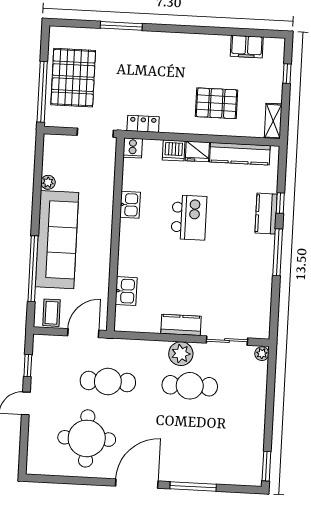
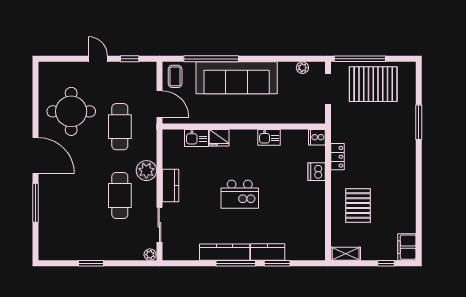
filing cabinet: (247, 47) -> (407, 247), moved
locker: (143, 124) -> (338, 157), moved
doorway: (95, 133) -> (328, 89), moved
fridge: (197, 151) -> (219, 138), moved, turned -90
kitchen counter: (240, 154) -> (225, 252), moved, turned 90
plant: (48, 182) -> (302, 68), moved
window: (280, 203) -> (277, 263), width x1.50
kitchen island: (189, 217) -> (240, 194), moved
coffee table: (52, 313) -> (175, 76), turned 90
plant: (181, 354) -> (146, 171), moved
window: (266, 466) -> (91, 263), moved

